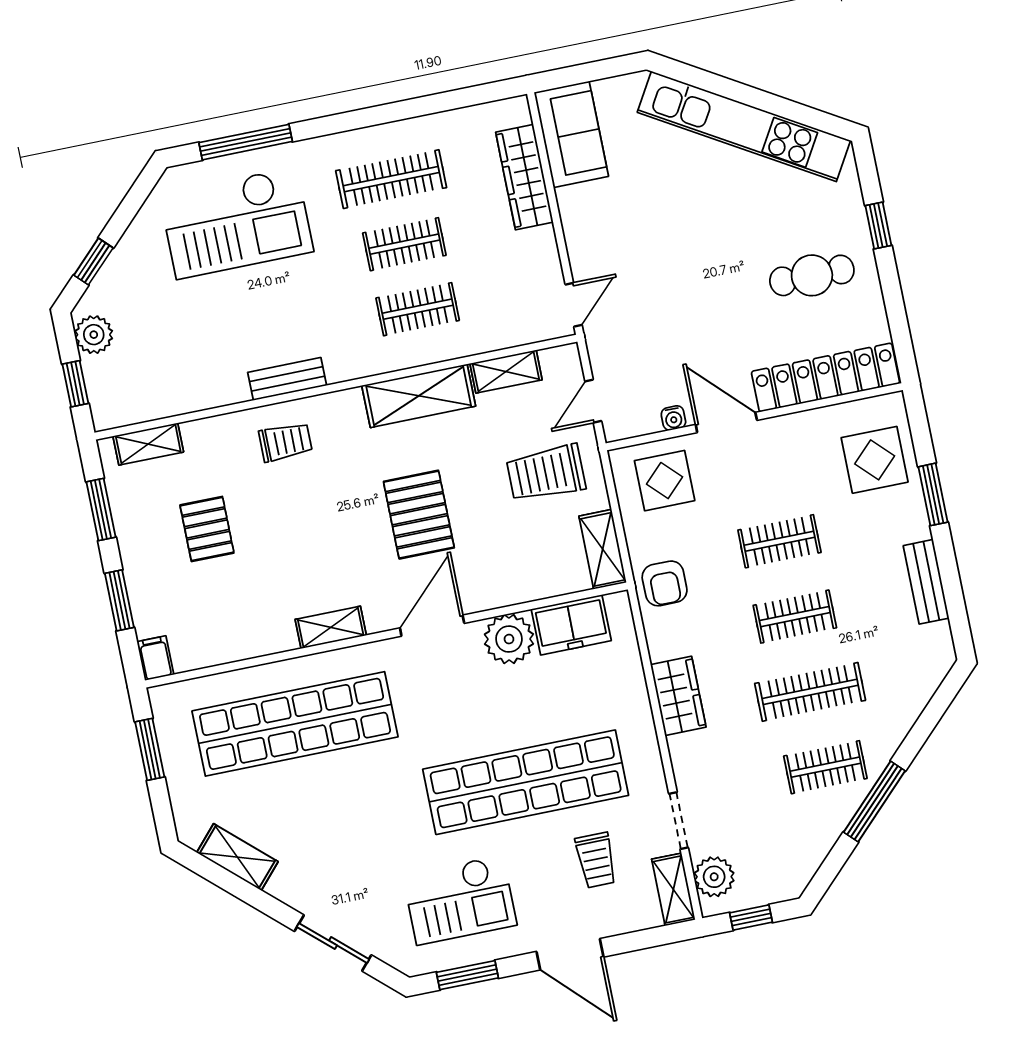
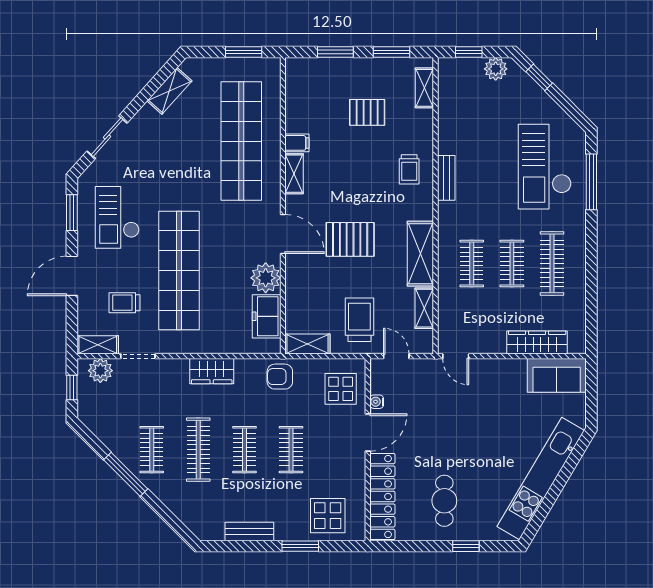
filing cabinet: (155, 658) -> (297, 143), moved

